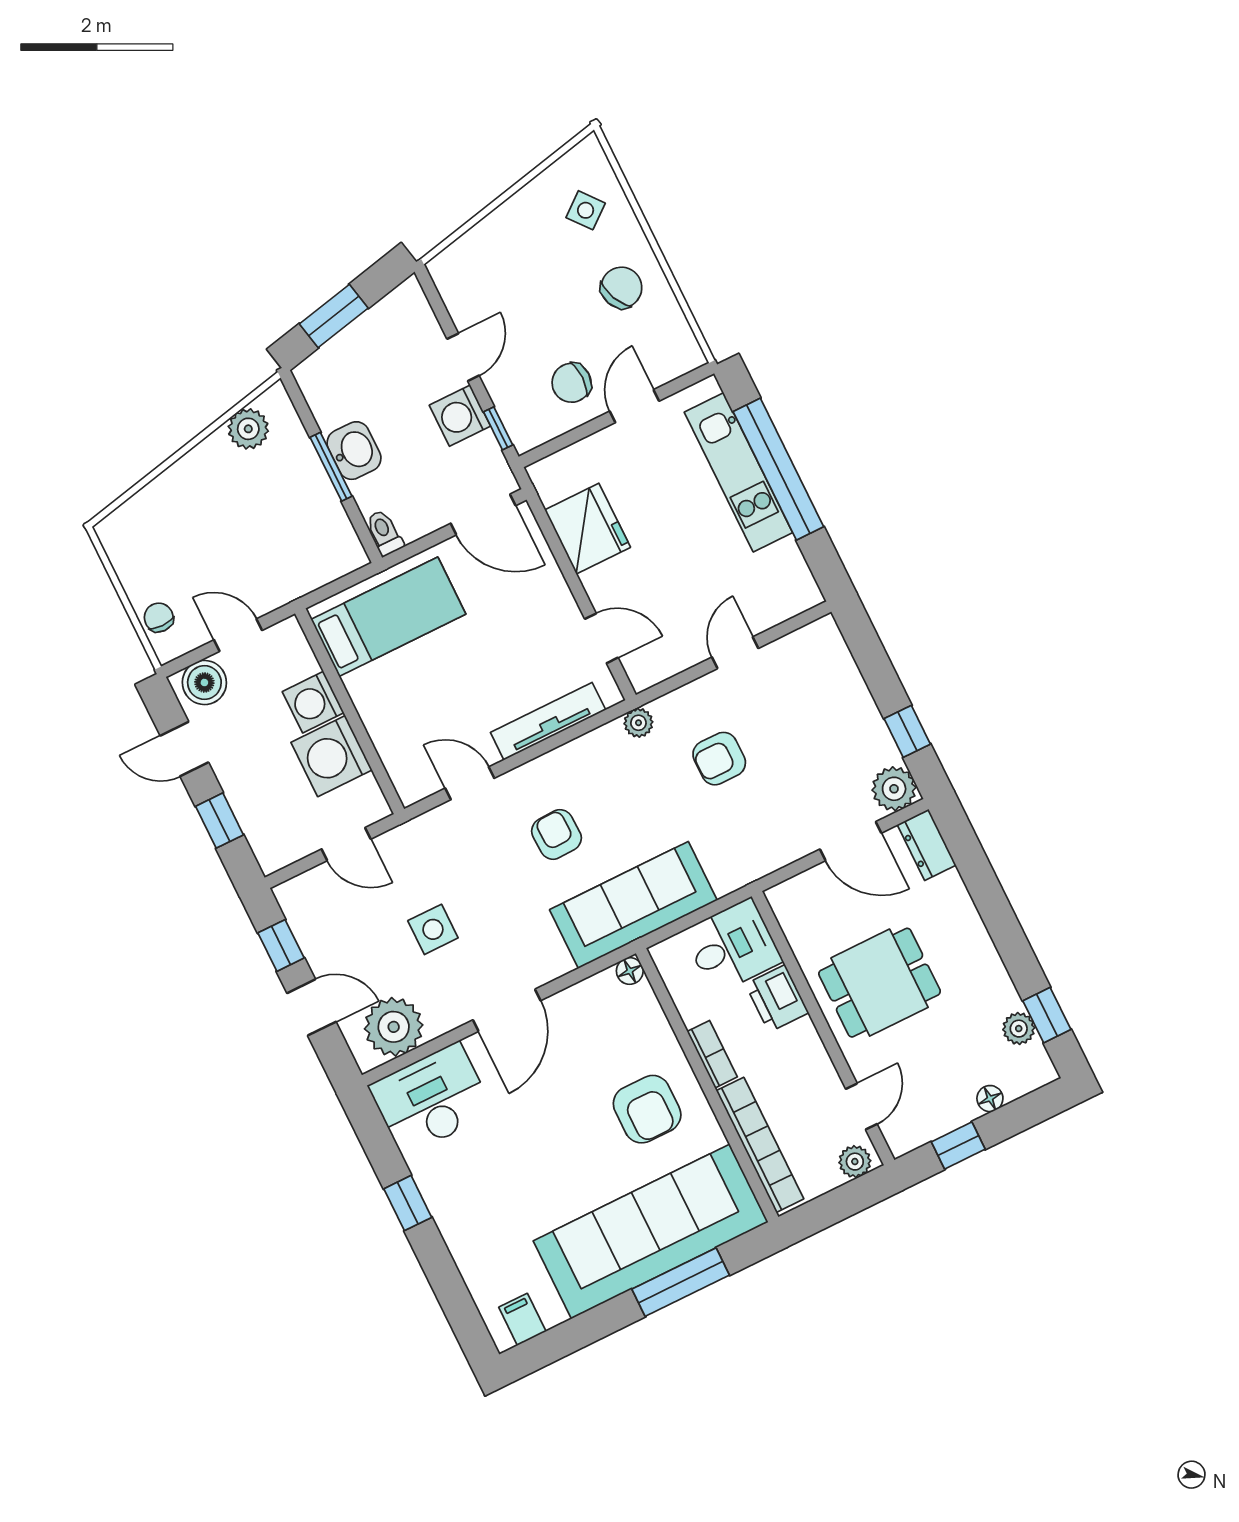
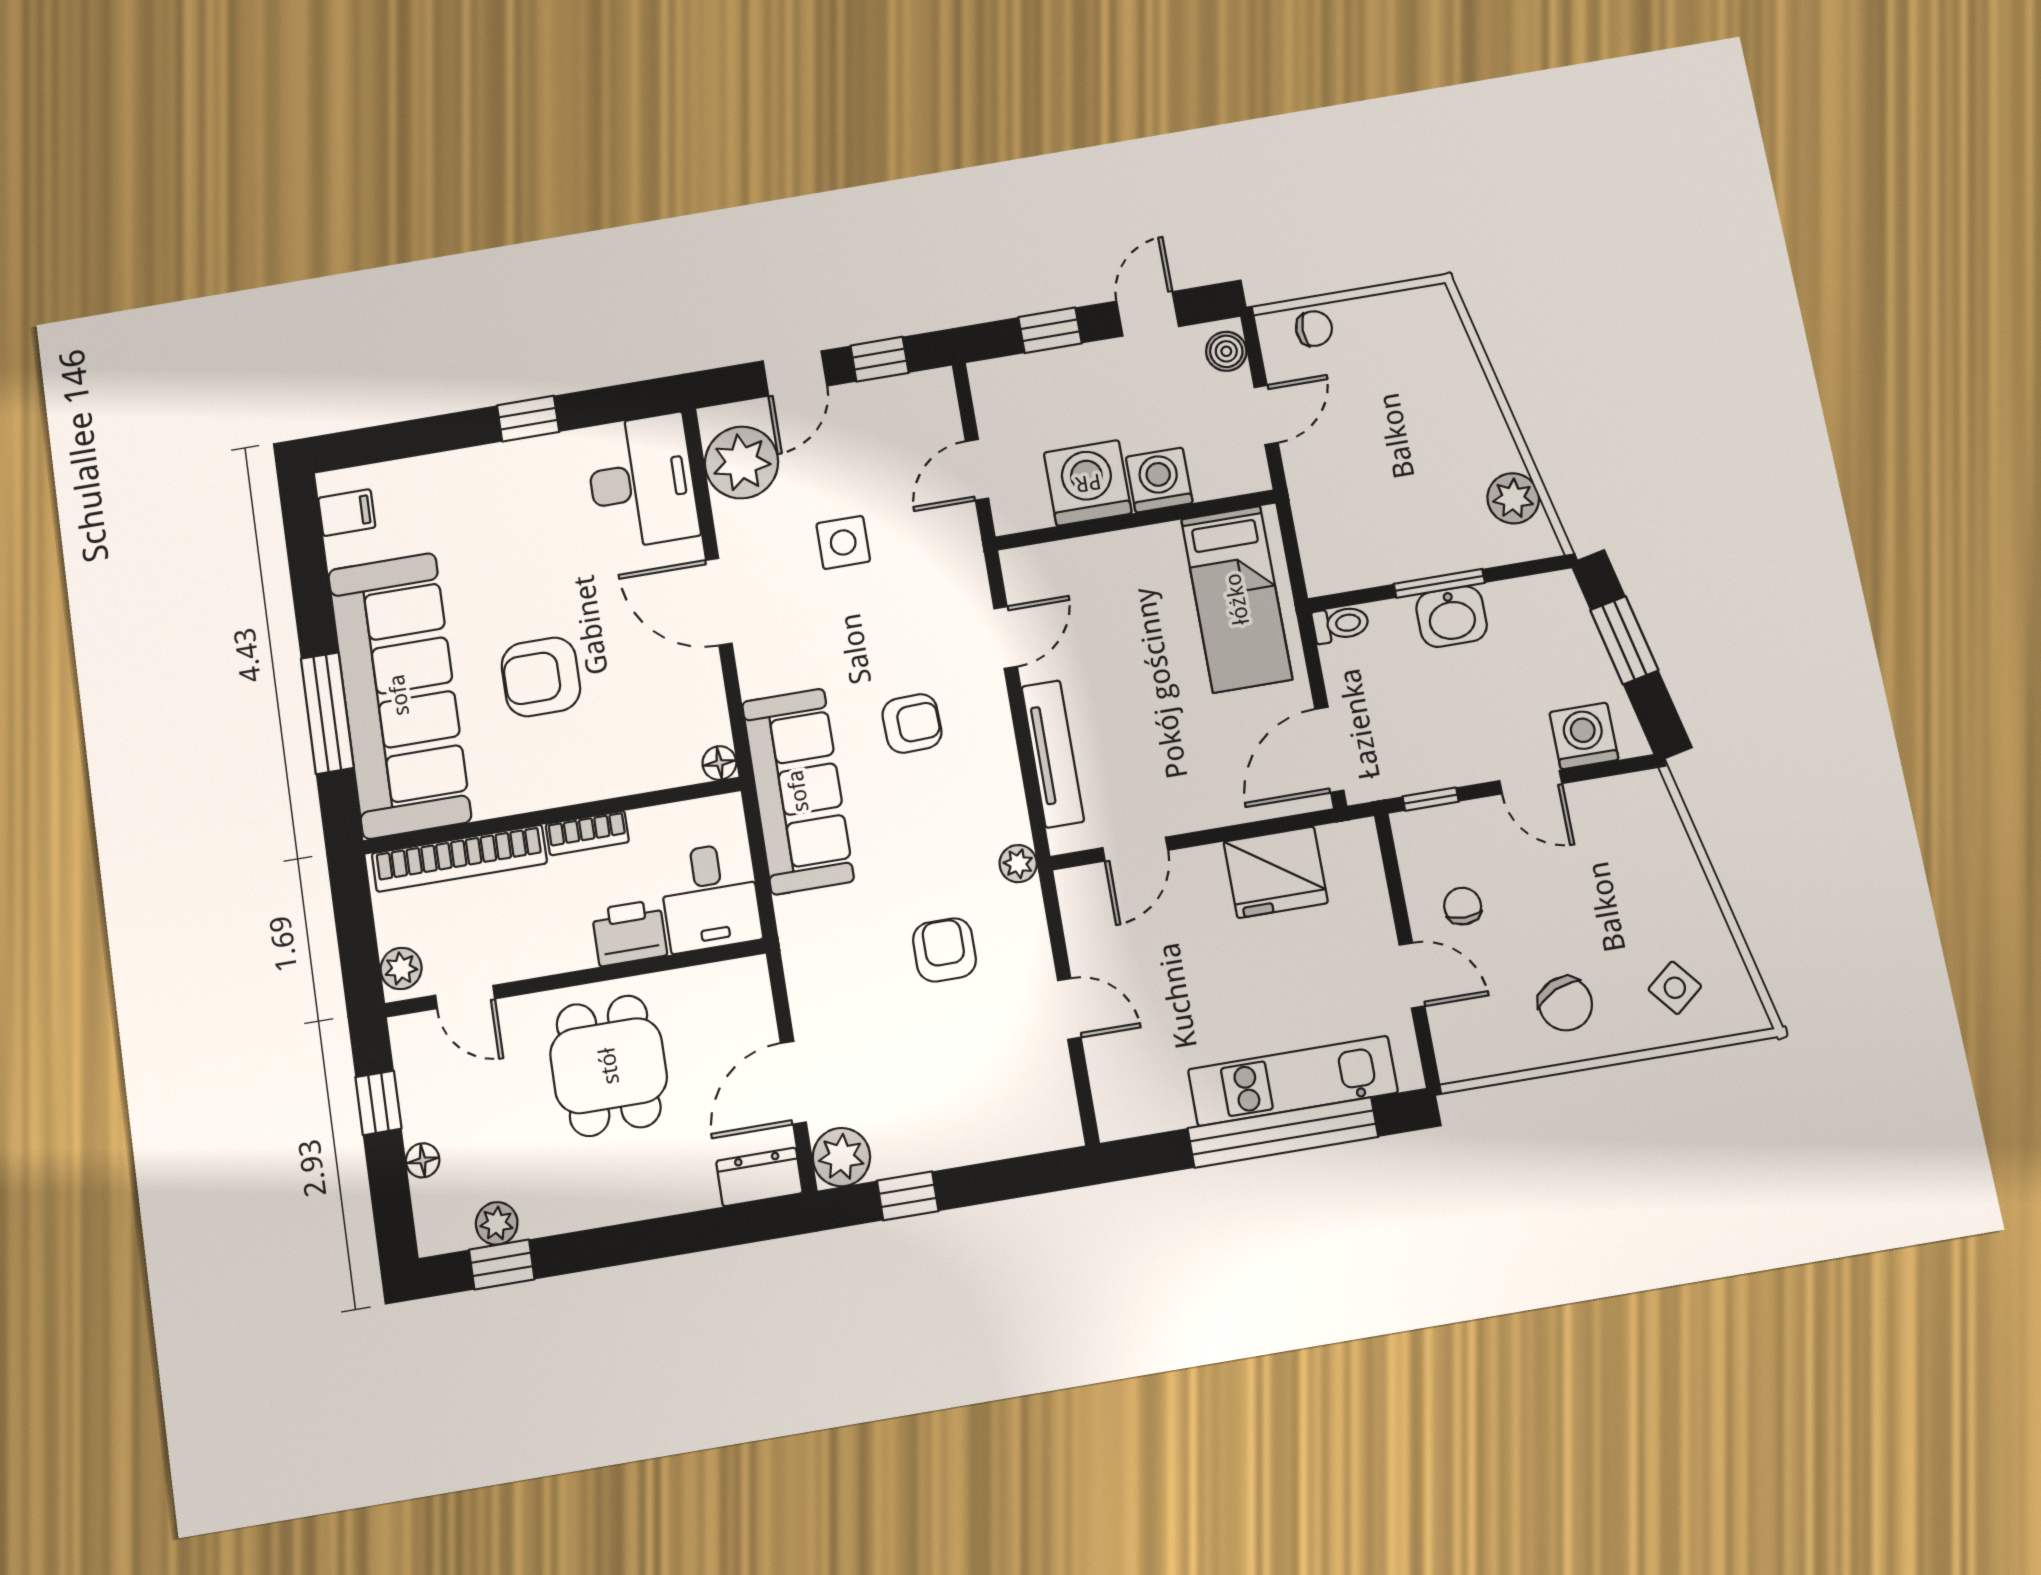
chair: (572, 383) -> (1463, 906), width x0.73, depth x0.73
washing machine: (460, 416) -> (1584, 736), moved
boiler: (204, 682) -> (1226, 351), width x0.73, depth x0.73
armchair: (647, 1109) -> (541, 677), moved

